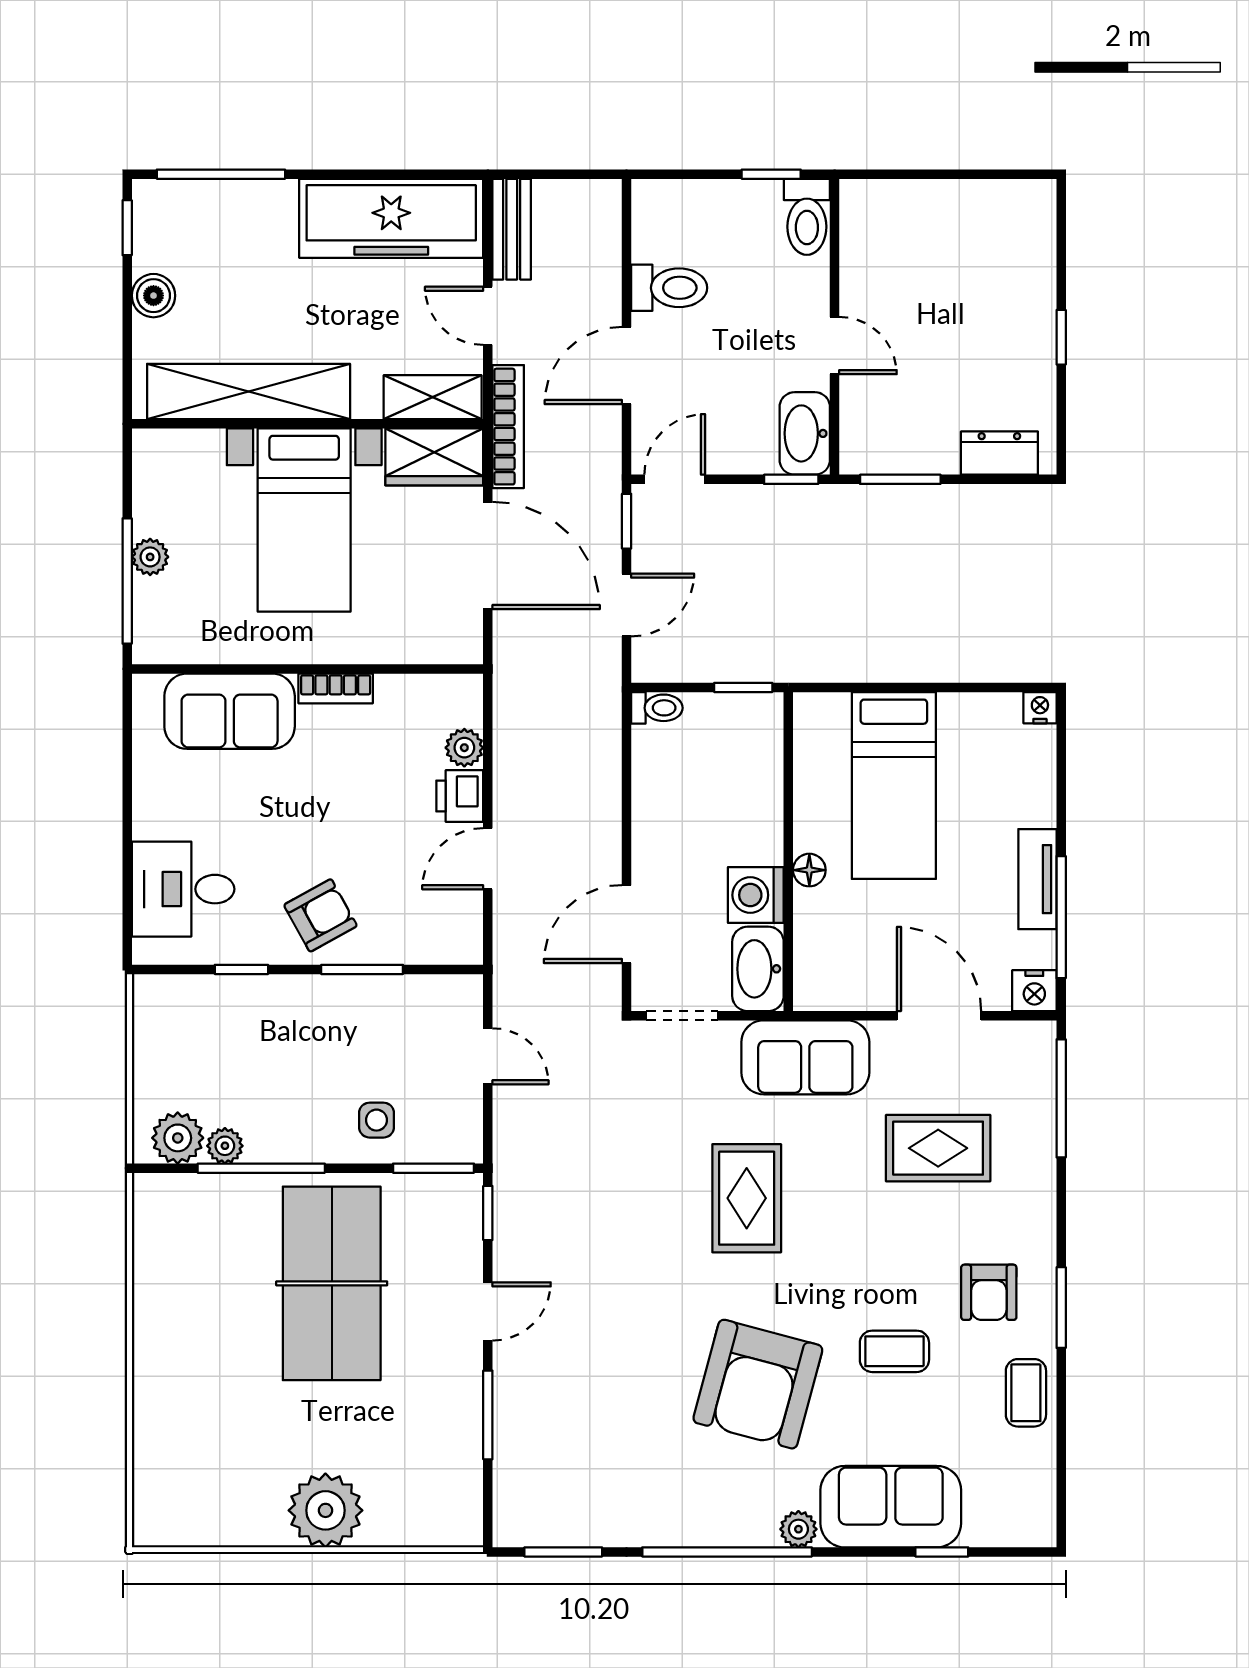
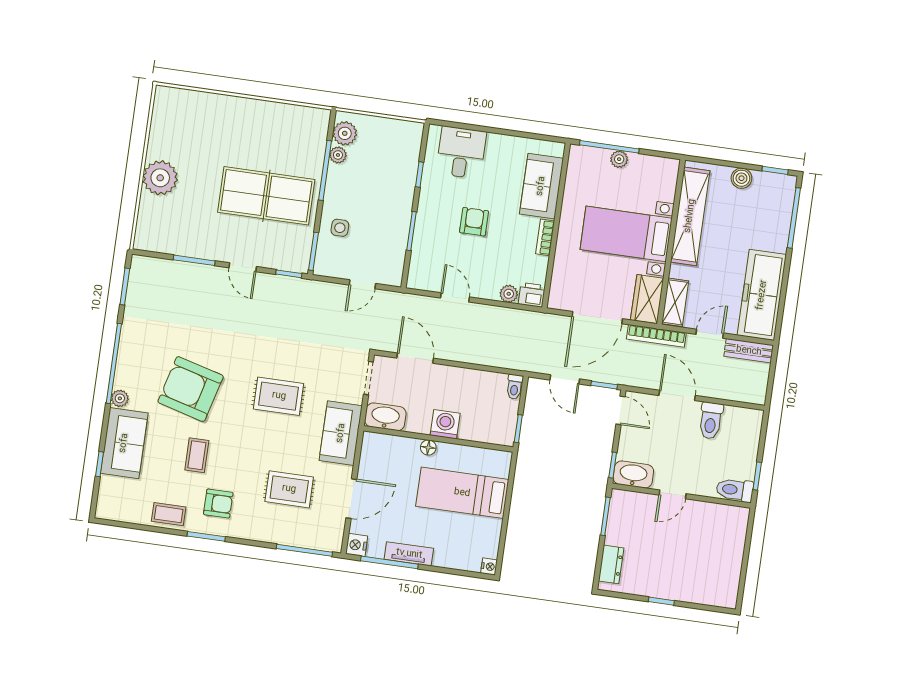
printer: (460, 796) -> (532, 295), moved
washing machine: (756, 895) -> (445, 424), moved
armchair: (320, 915) -> (474, 222), moved, turned -151
rug: (938, 1148) -> (289, 489), turned 90
armchair: (989, 1292) -> (218, 503), turned 180

